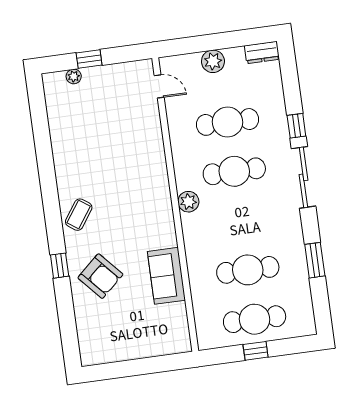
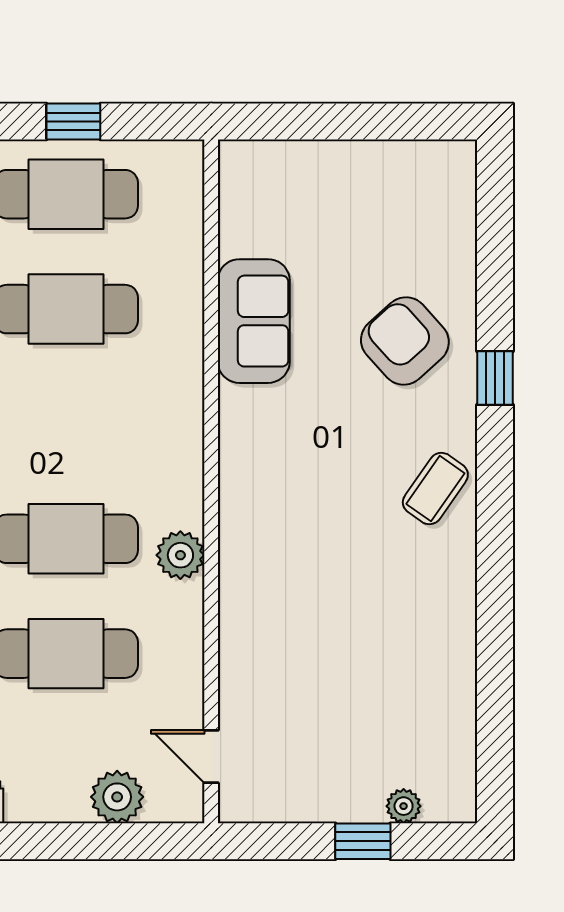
plant: (213, 61) -> (117, 797), moved
plant: (188, 202) -> (180, 555), moved

